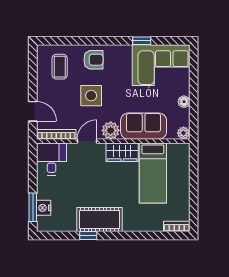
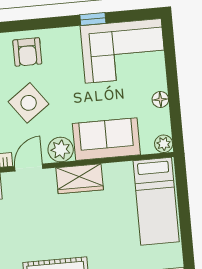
armchair: (93, 60) -> (27, 52), turned 90
side table: (91, 96) -> (29, 103), turned -36
bed: (153, 173) -> (156, 201), moved

